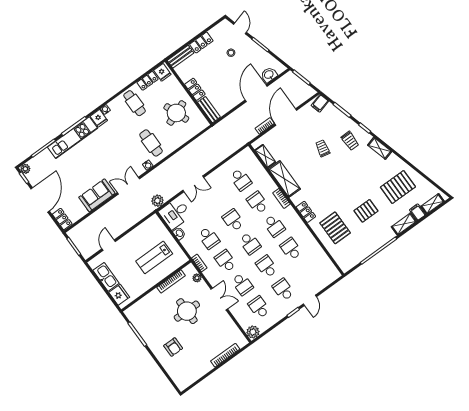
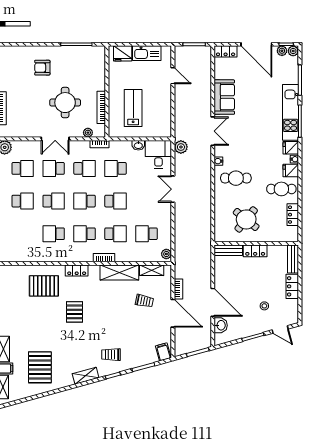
fridge: (162, 72) -> (291, 171), moved
round table: (176, 113) -> (246, 219), turned -30
trolley: (323, 148) -> (144, 301), moved
plant: (245, 154) -> (166, 254), added
plant: (31, 177) -> (282, 51), added
pallet: (366, 211) -> (75, 312), moved
school desk: (291, 249) -> (54, 234), turned 180

